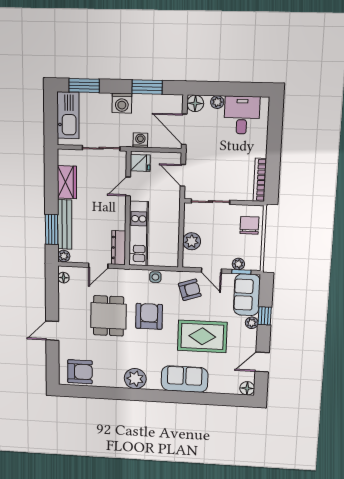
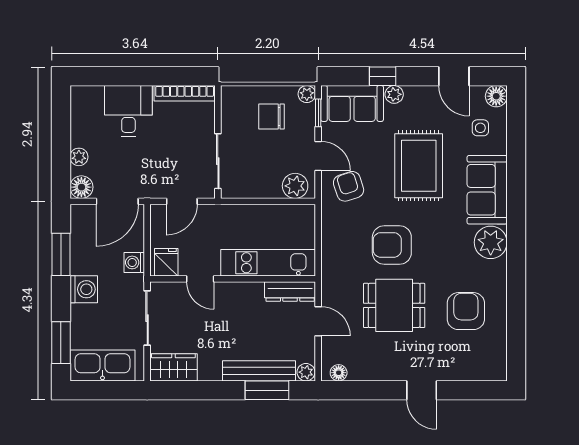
desk: (242, 115) -> (128, 111), moved, turned 90
wardrobe: (67, 182) -> (173, 367), moved
chair: (249, 225) -> (272, 116), moved
plant: (192, 241) -> (295, 186), moved
plant: (238, 264) -> (307, 94), moved
door: (211, 270) -> (318, 156), hinge flipped
side table: (155, 277) -> (480, 128), moved
armchair: (80, 372) -> (466, 311), moved
plant: (135, 379) -> (491, 242), moved

